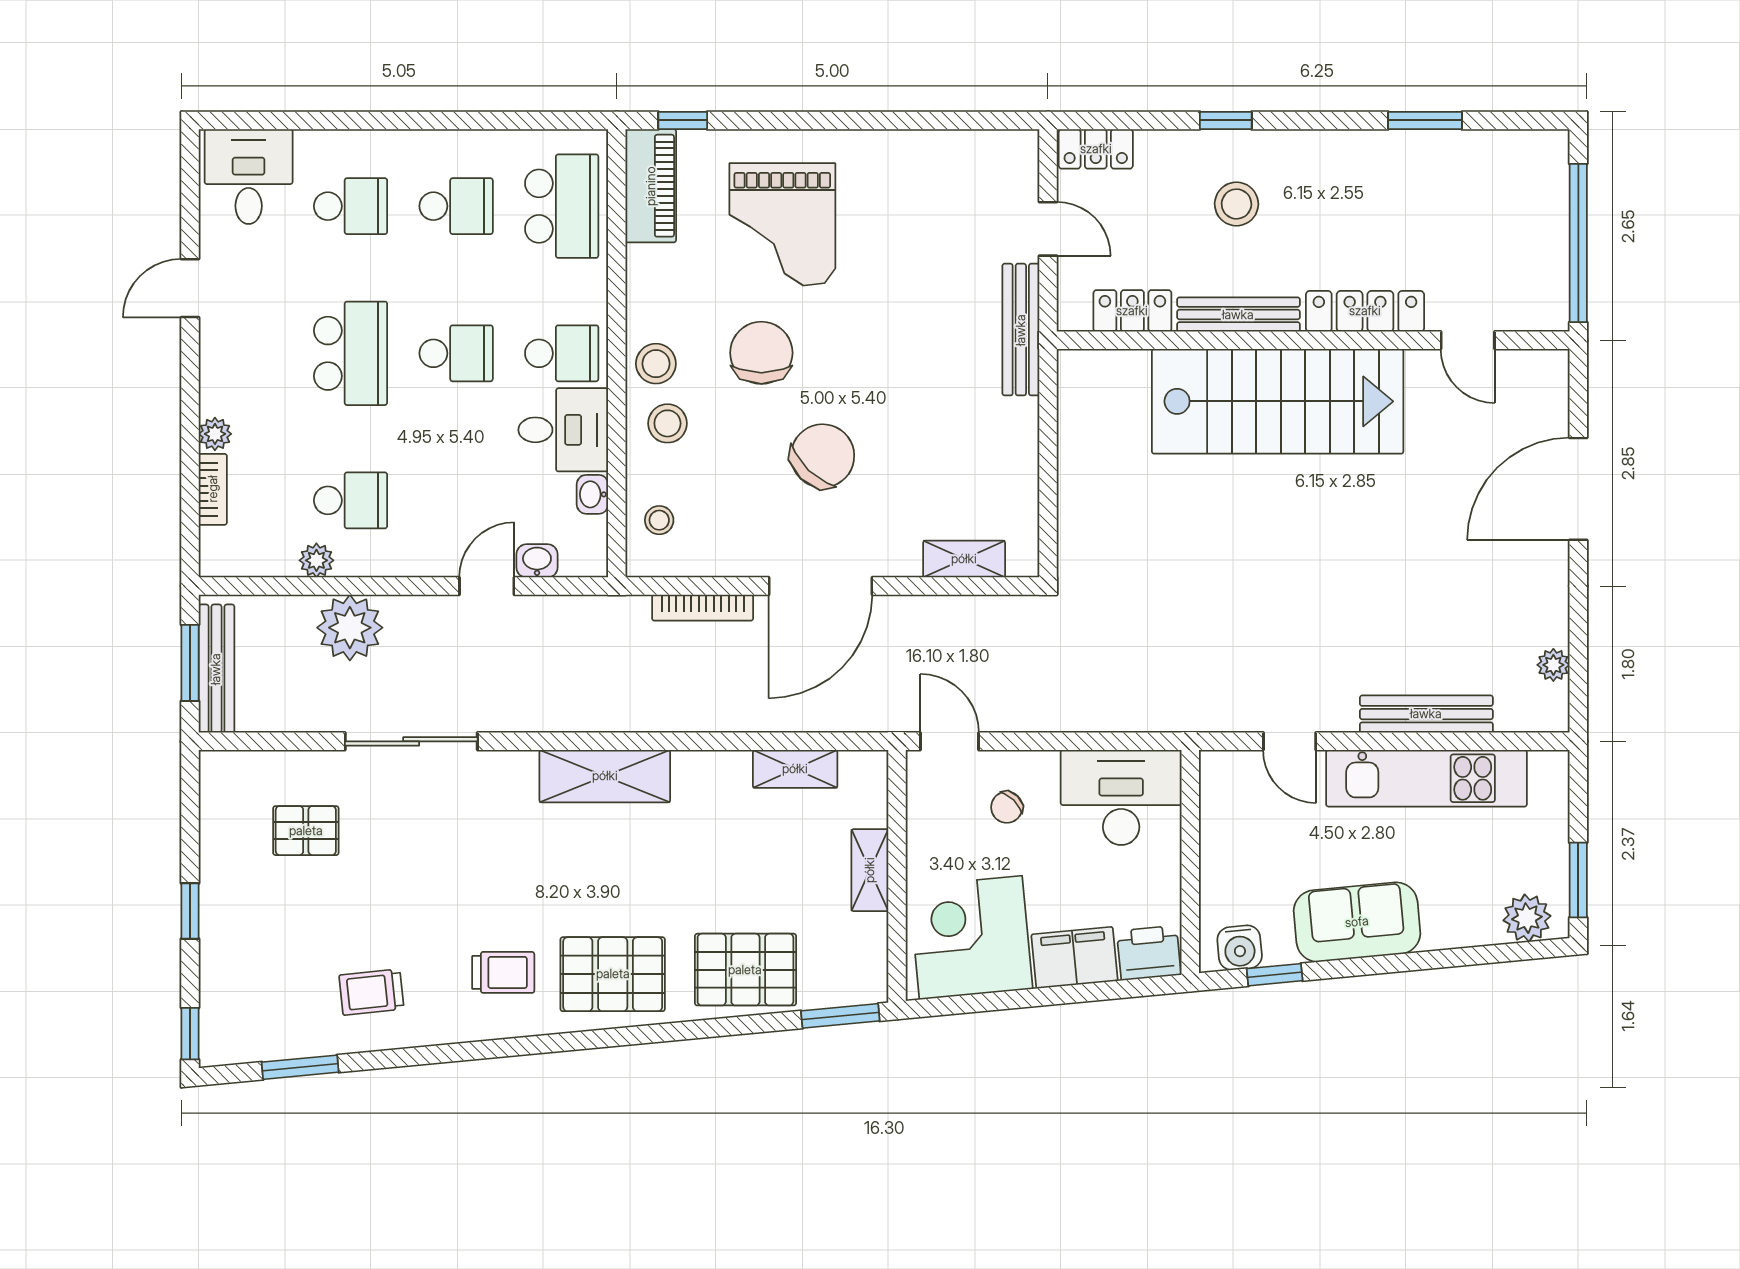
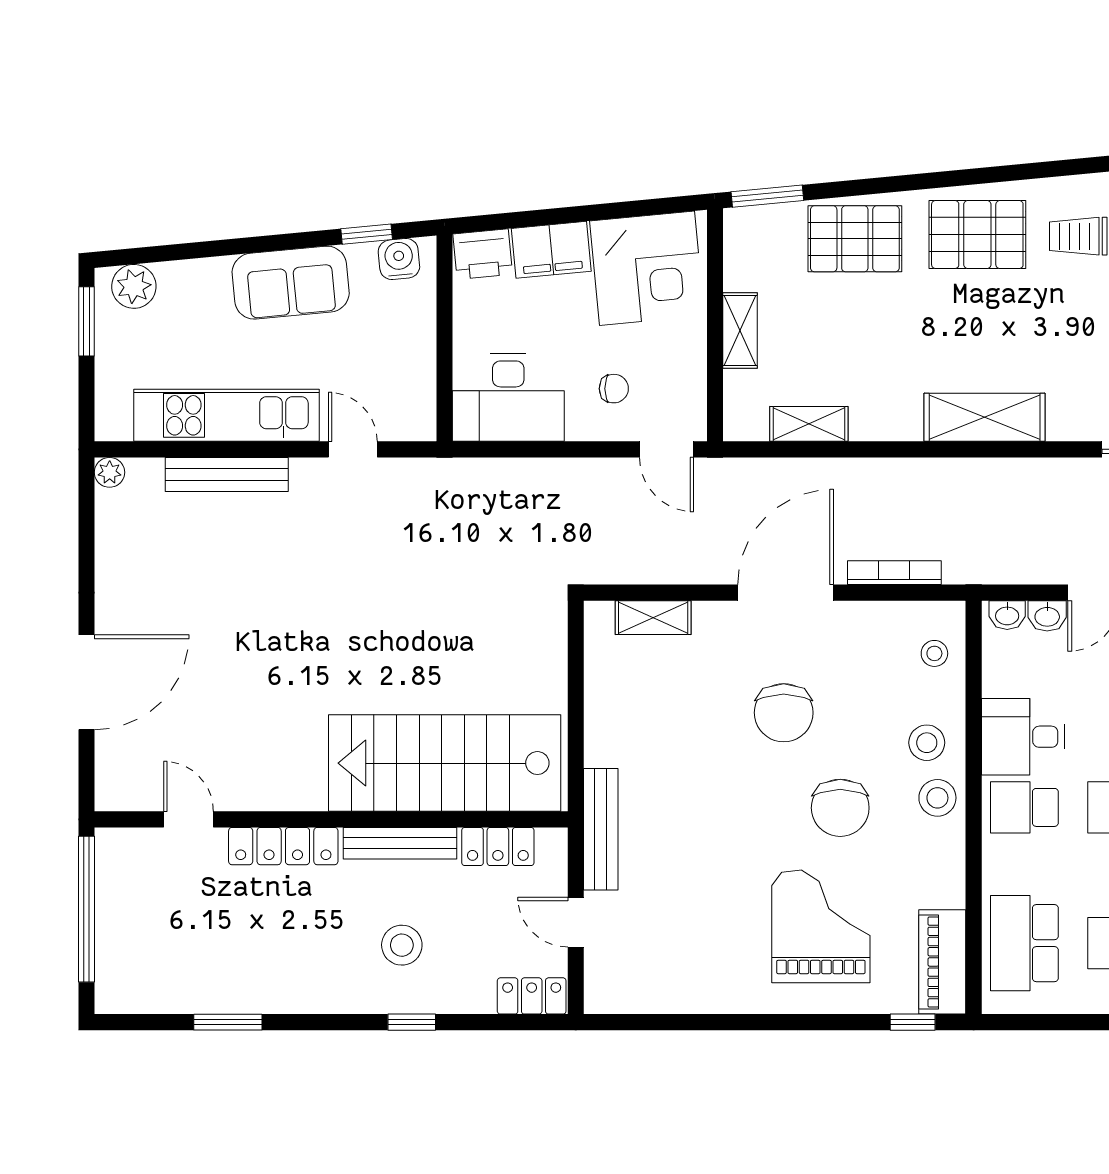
stairs: (1278, 401) -> (445, 763), moved
chair: (823, 456) -> (784, 713), turned -44
washbasin: (592, 494) -> (1007, 615), moved, turned 90
plant: (1553, 665) -> (110, 472), moved
chair: (1007, 807) -> (614, 389), turned 45

